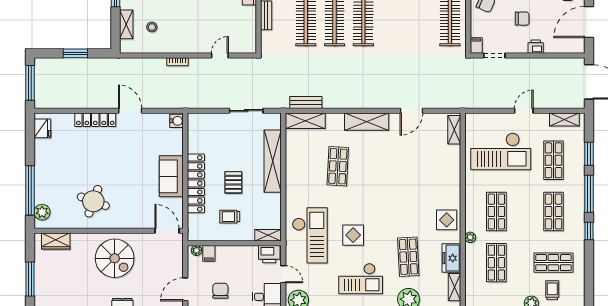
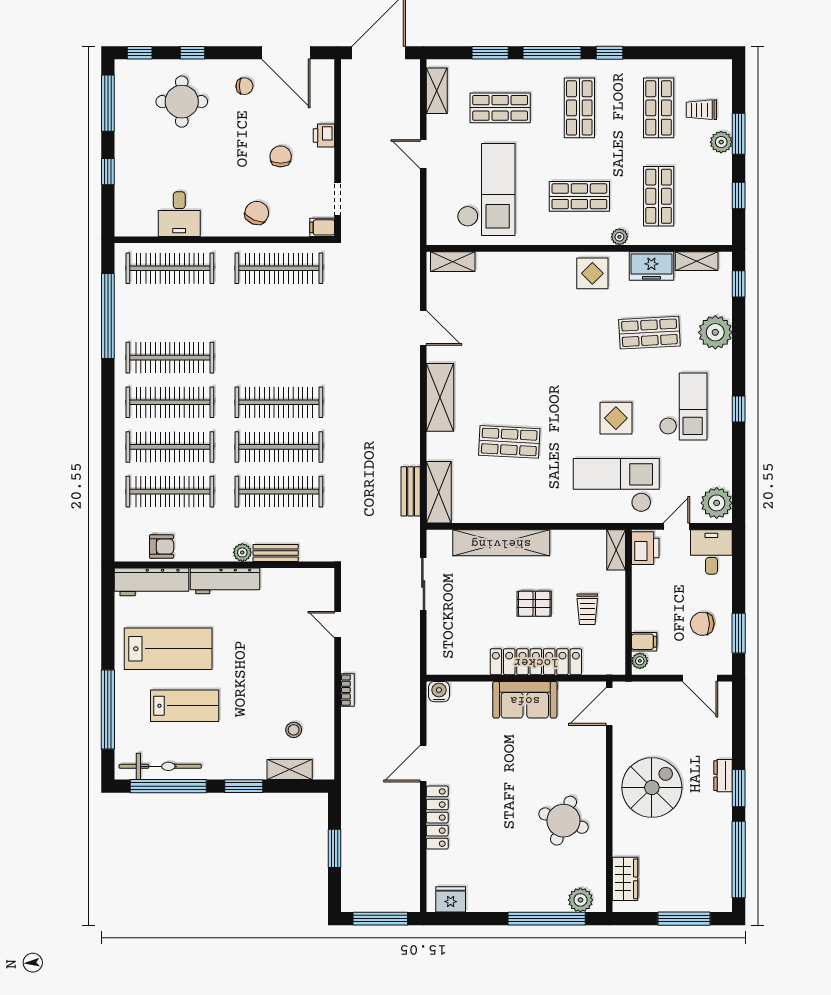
shop shelf: (553, 211) -> (579, 108), turned 90
shop shelf: (496, 263) -> (659, 196), turned 90

